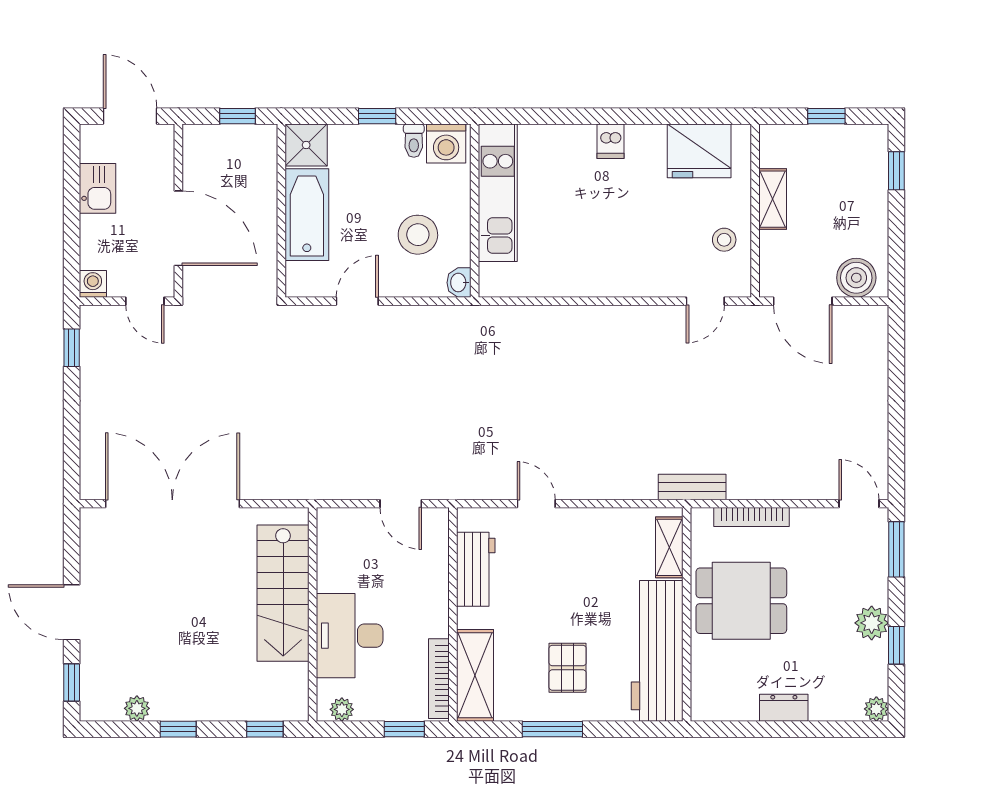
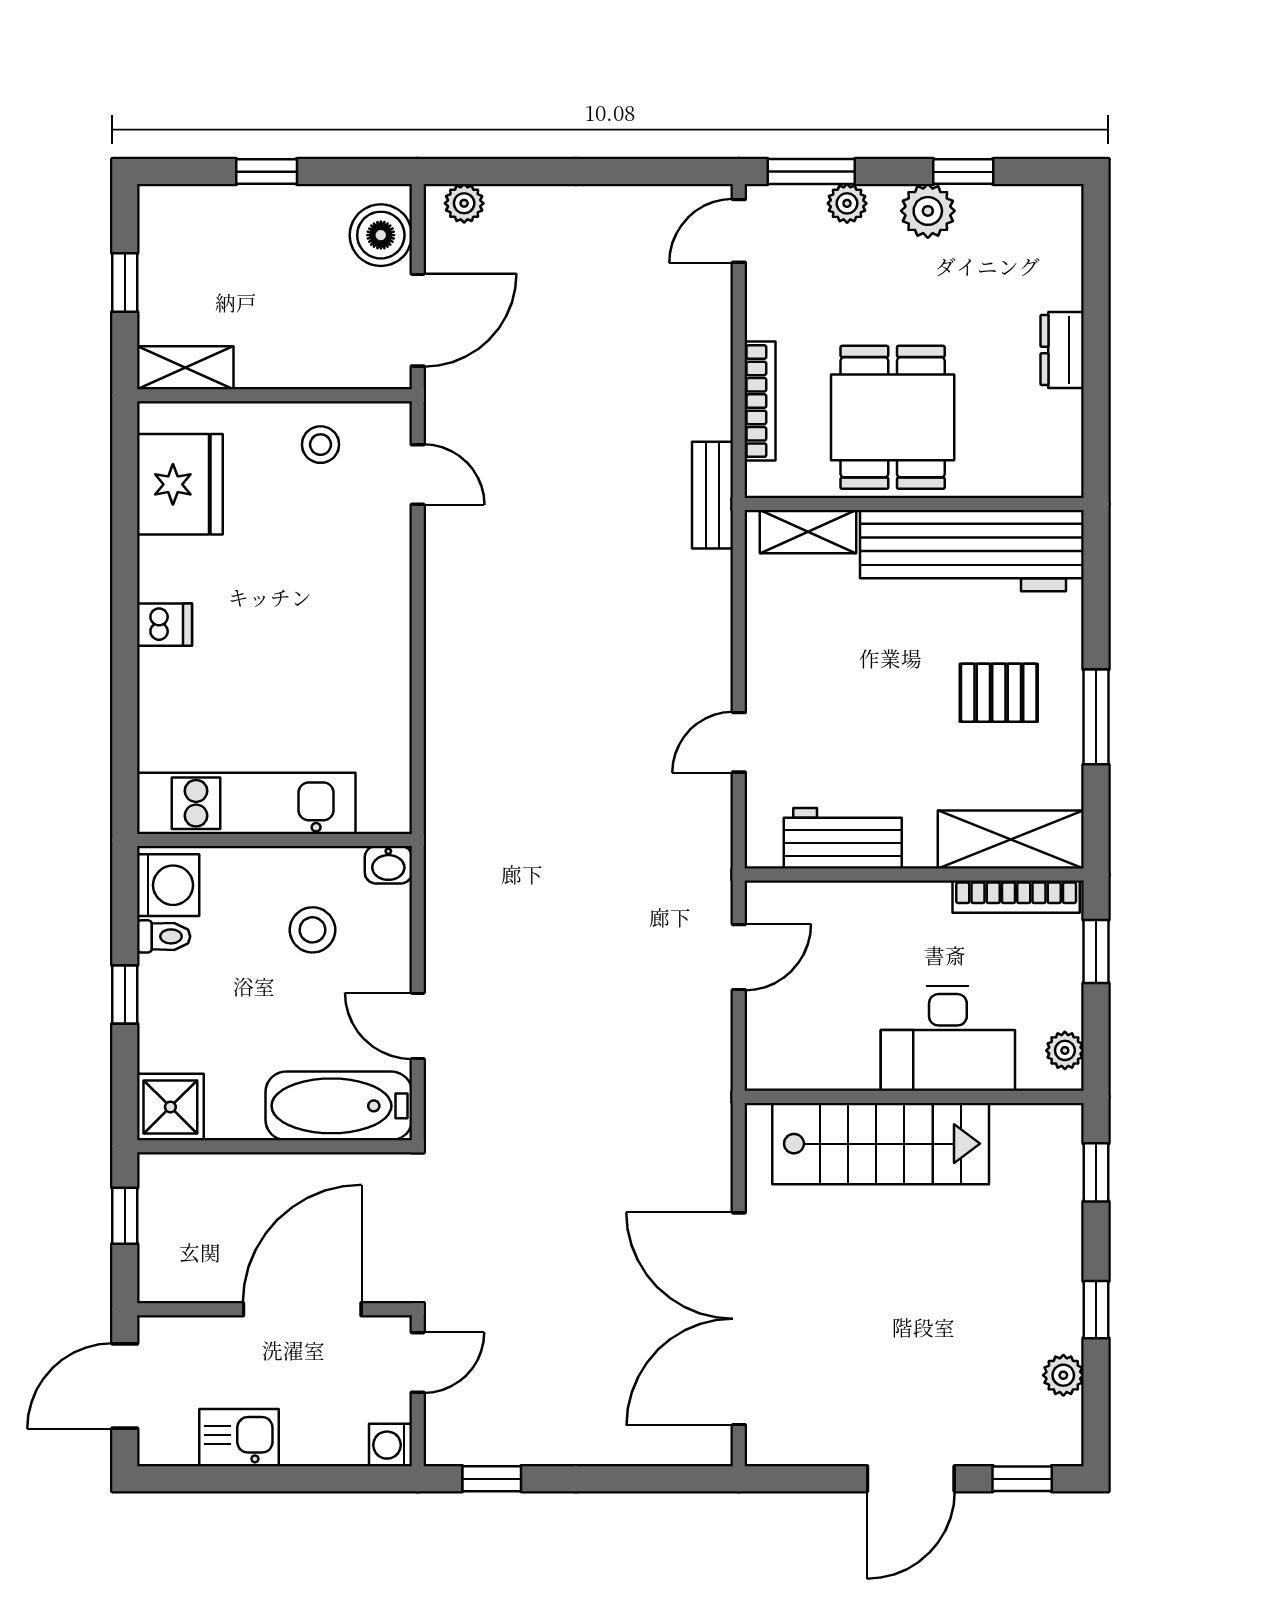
window: (896, 171) -> (267, 172), moved
shelving: (773, 199) -> (185, 368), moved
bathtub: (307, 215) -> (339, 1106), moved
stool: (418, 235) -> (312, 930), width x0.73, depth x0.73
plant: (876, 330) -> (464, 203), added
plant: (876, 709) -> (847, 203), moved

